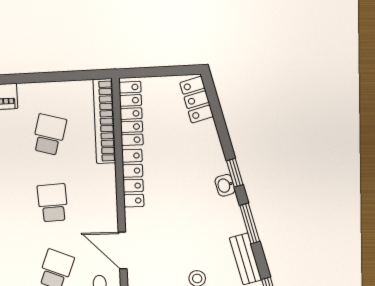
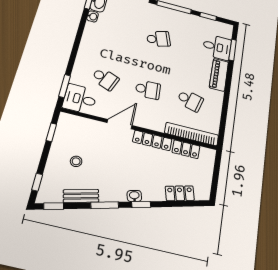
locker: (197, 100) -> (180, 193), moved
locker: (131, 114) -> (186, 149), width x0.66
door: (123, 250) -> (119, 124), moved

